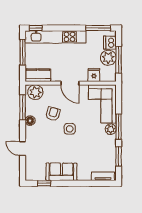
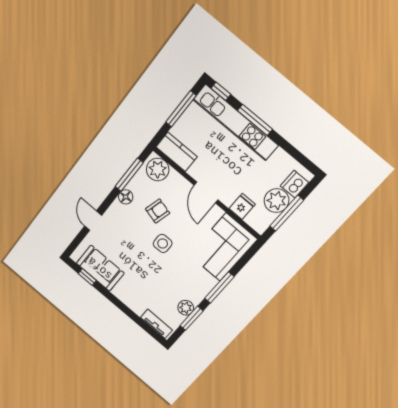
window: (98, 28) -> (255, 120), moved
plant: (111, 129) -> (186, 308), moved
sofa: (61, 172) -> (100, 268), moved

